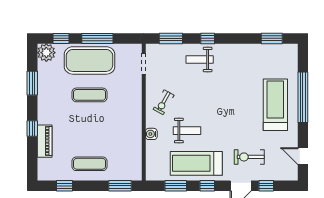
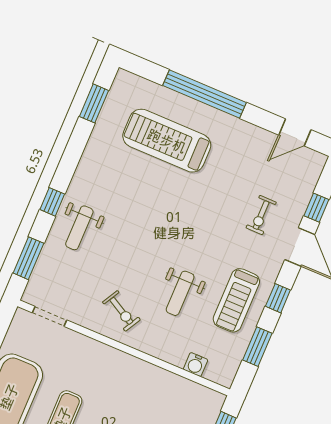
treadmill: (275, 105) -> (167, 141), moved
weight bench: (187, 131) -> (180, 293), turned 180
water cooler: (151, 134) -> (196, 365), moved
exercise bike: (249, 157) -> (261, 215), width x0.73, depth x0.72
treadmill: (196, 163) -> (236, 300), width x0.73, depth x0.73

